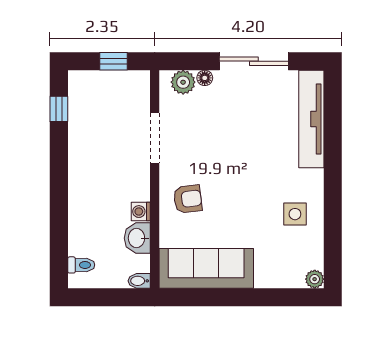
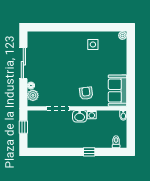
window: (59, 109) -> (89, 152), moved
tv unit: (311, 119) -> (50, 37), removed
washbasin: (137, 238) -> (80, 116), moved
sofa: (206, 268) -> (118, 91), width x0.73

